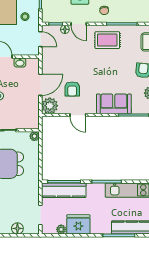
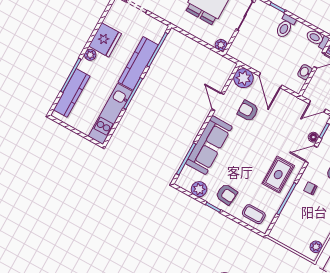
sofa: (114, 104) -> (209, 145), width x1.36
door: (78, 115) -> (218, 102), hinge flipped
kitchen counter: (64, 190) -> (138, 63), moved
plant: (61, 229) -> (90, 55), moved

